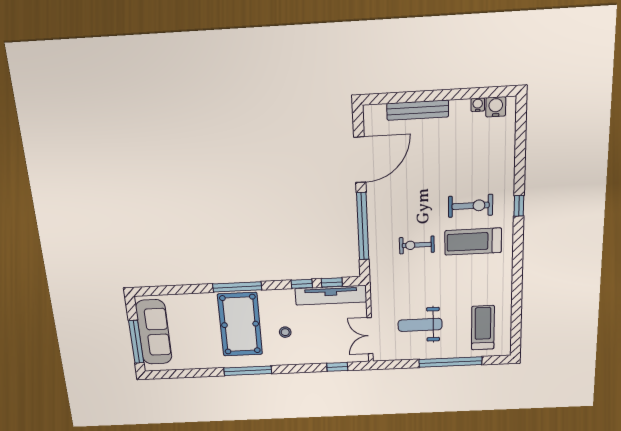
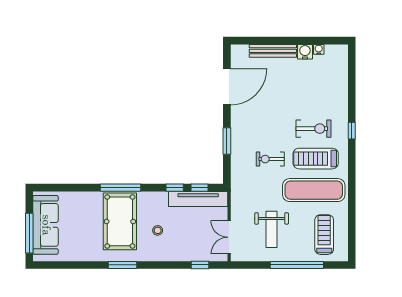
water cooler: (496, 107) -> (305, 52), moved
window: (363, 226) -> (227, 141), width x0.47
exercise mat: (471, 278) -> (314, 190), added
weight bench: (420, 325) -> (272, 229), turned -90
window: (248, 371) -> (123, 265), width x0.69

